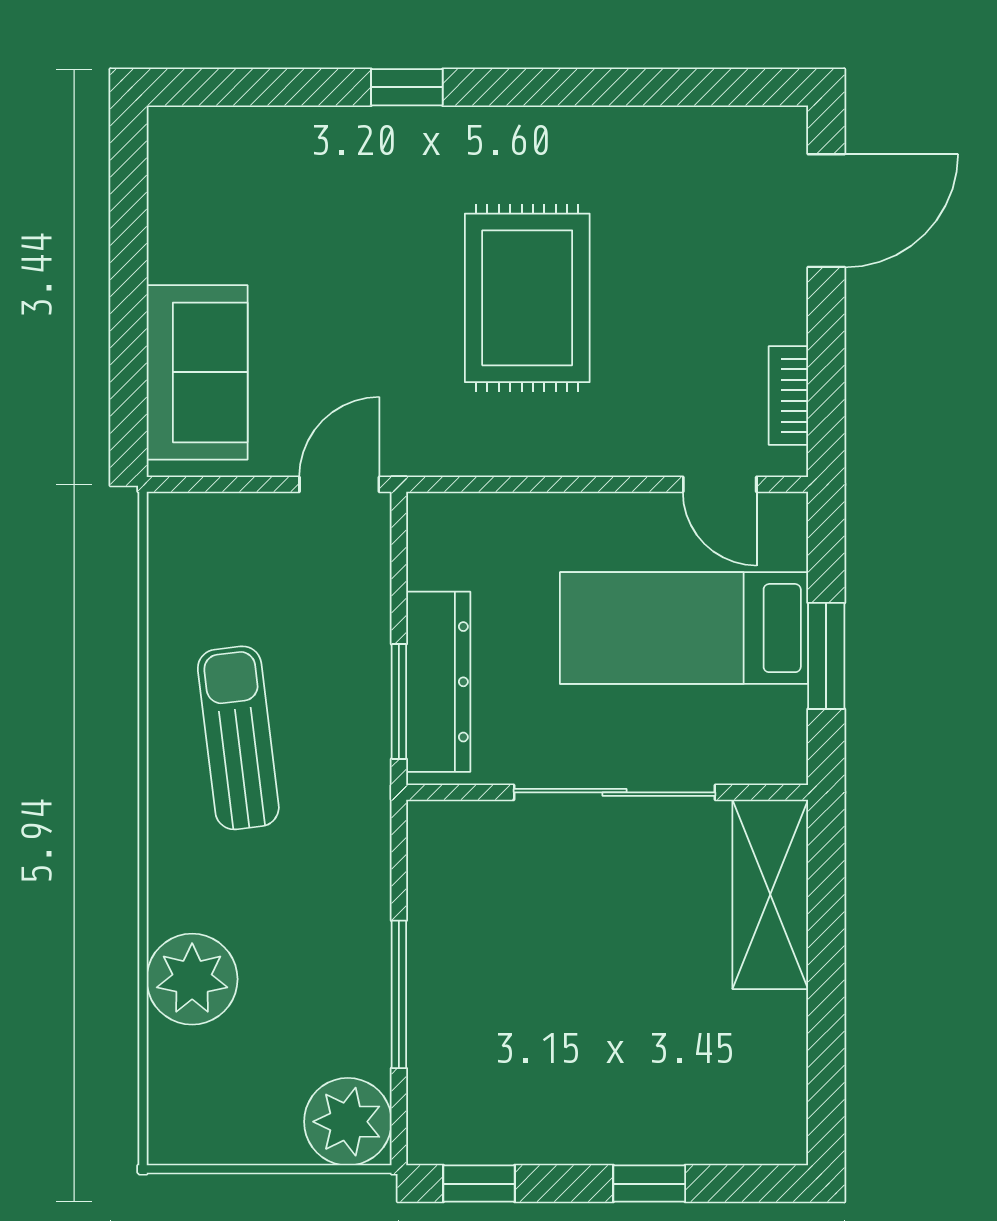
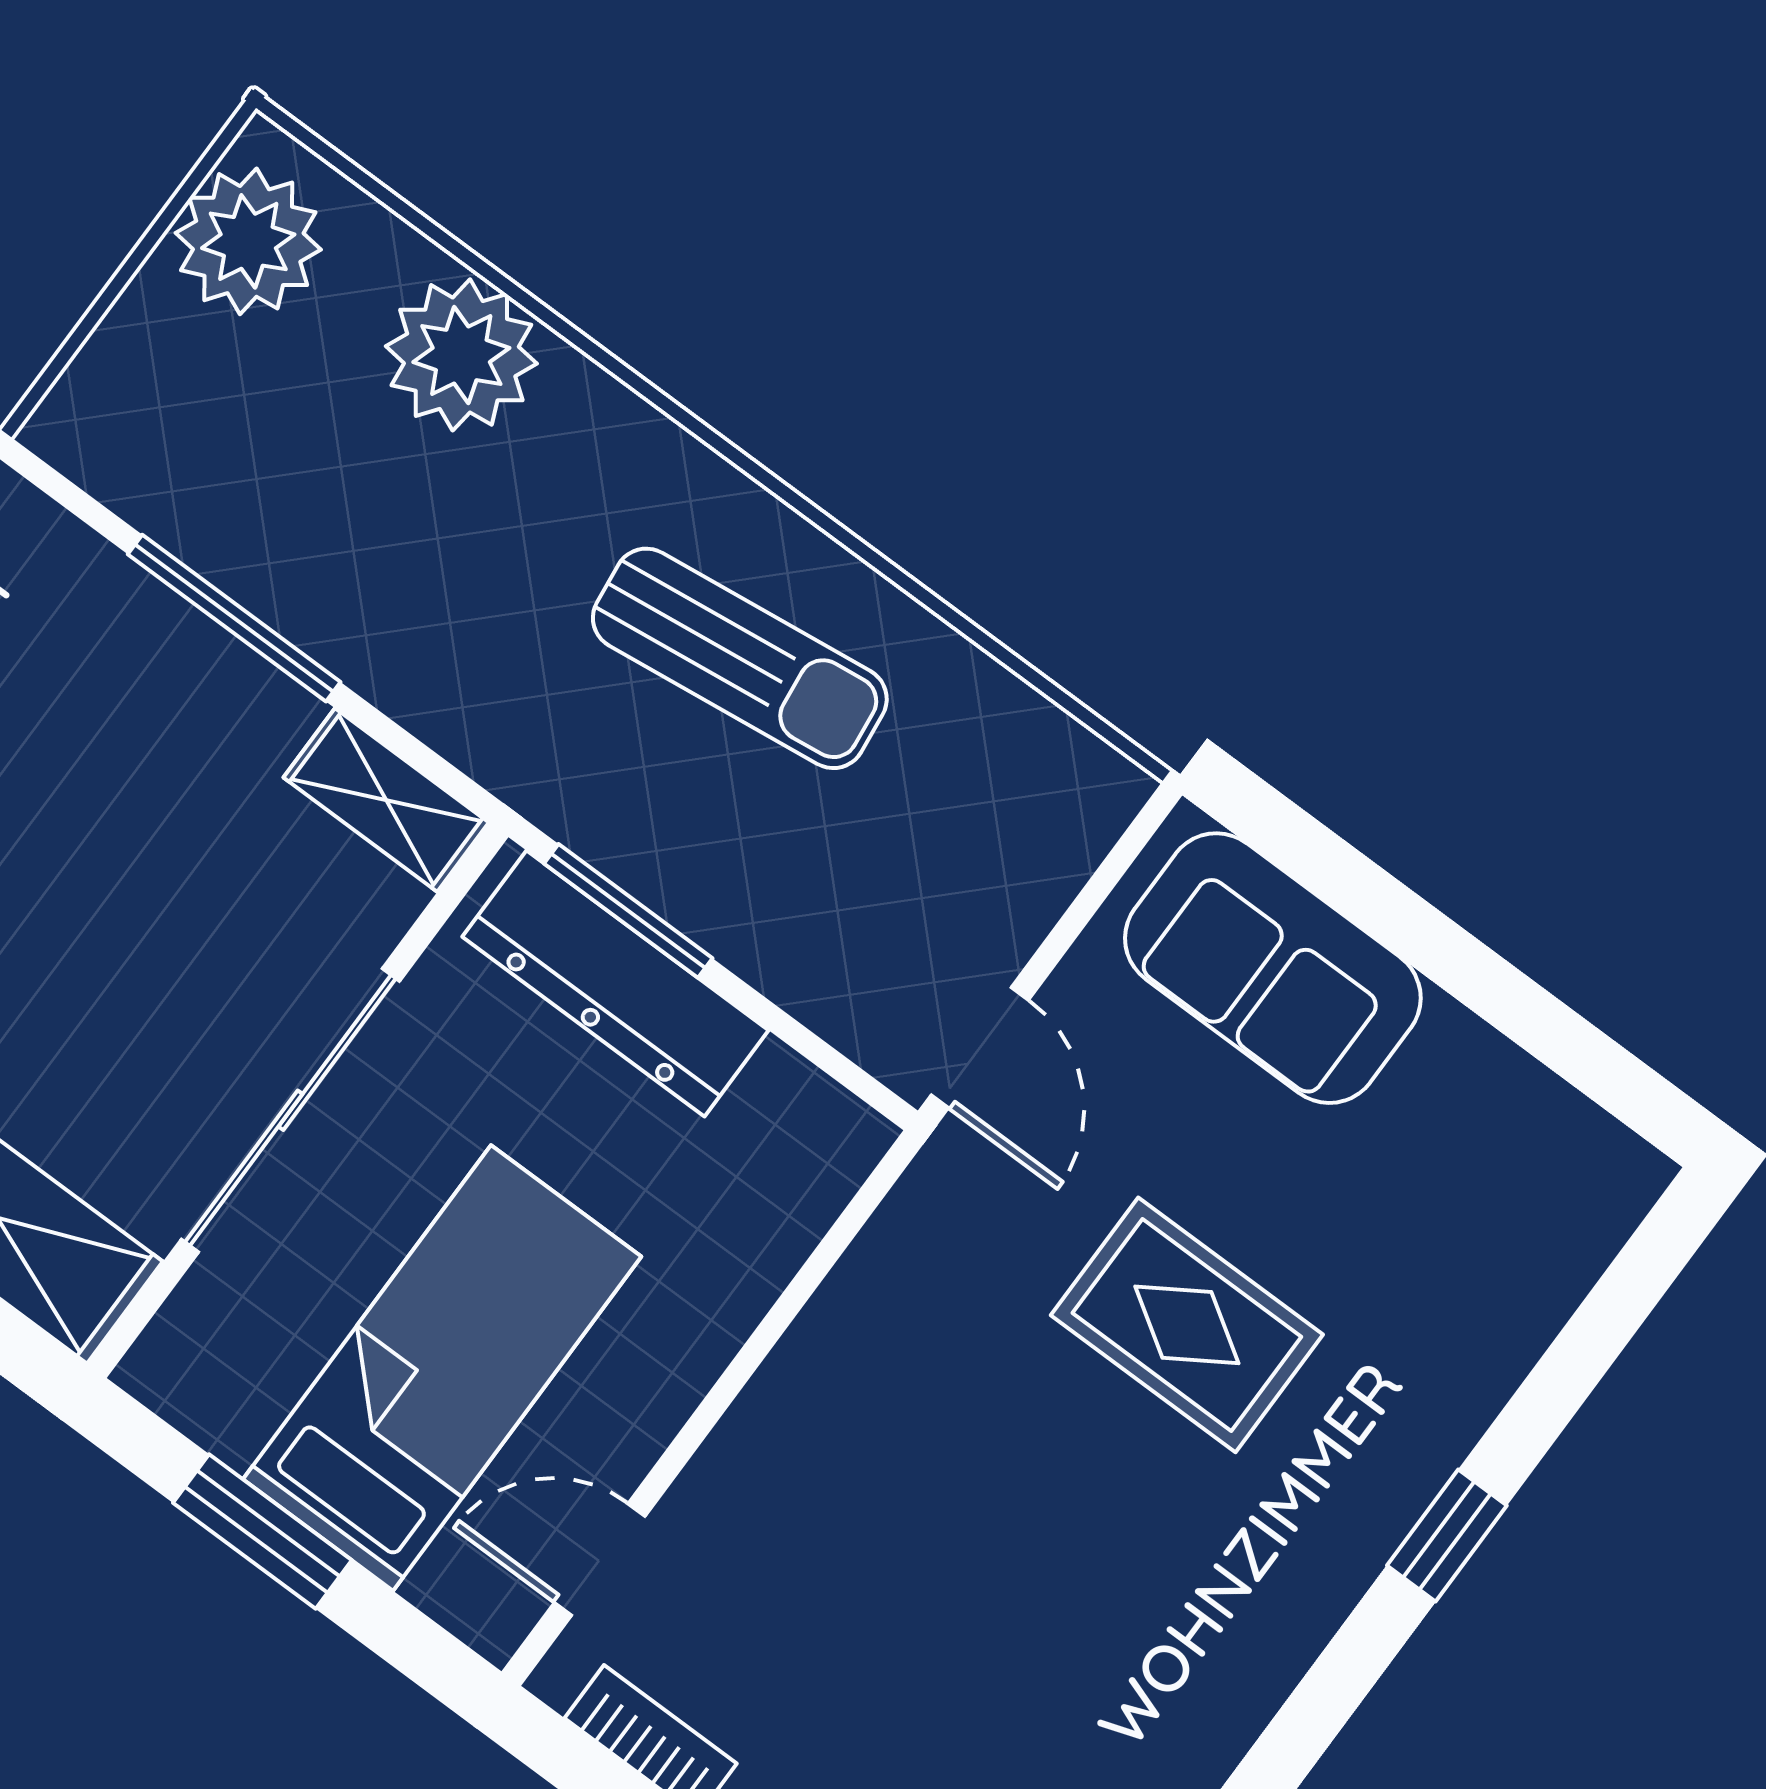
rug: (527, 298) -> (1187, 1325), moved, width x0.73, depth x0.70
shelving: (432, 857) -> (386, 800), added
plant: (348, 1122) -> (248, 241), moved

